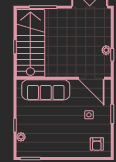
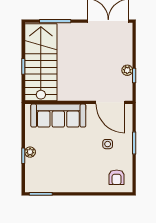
plant: (21, 137) -> (30, 152), moved

